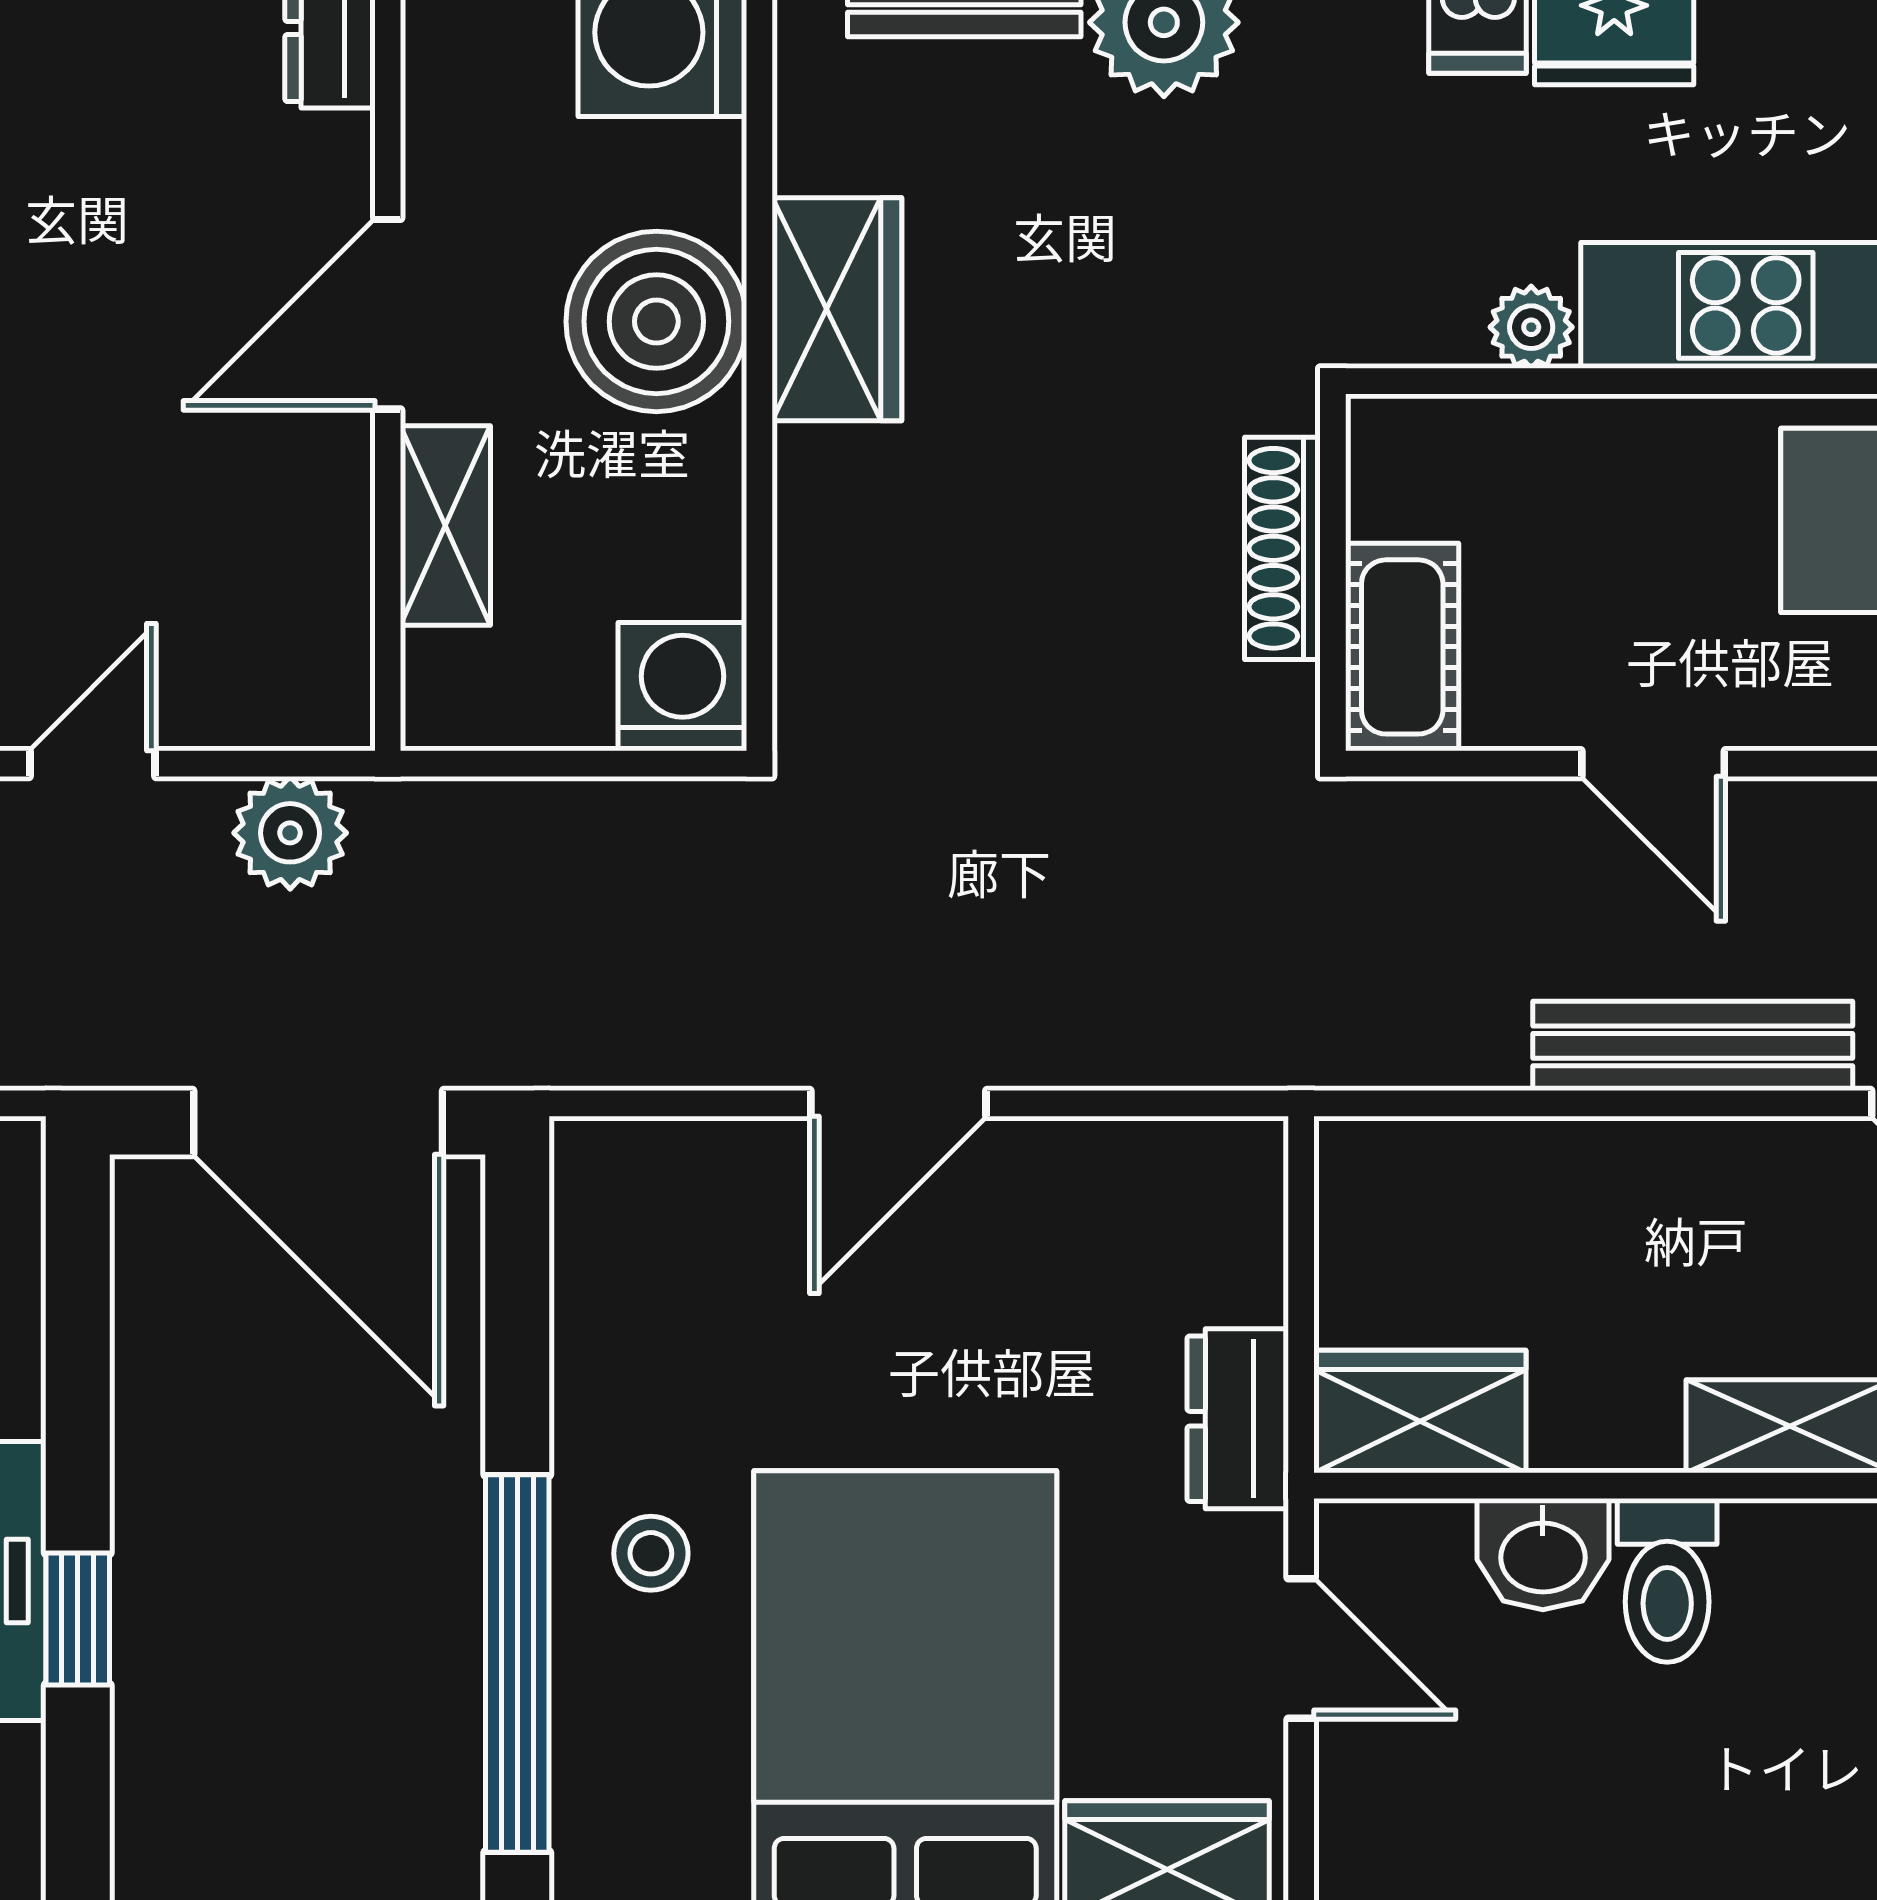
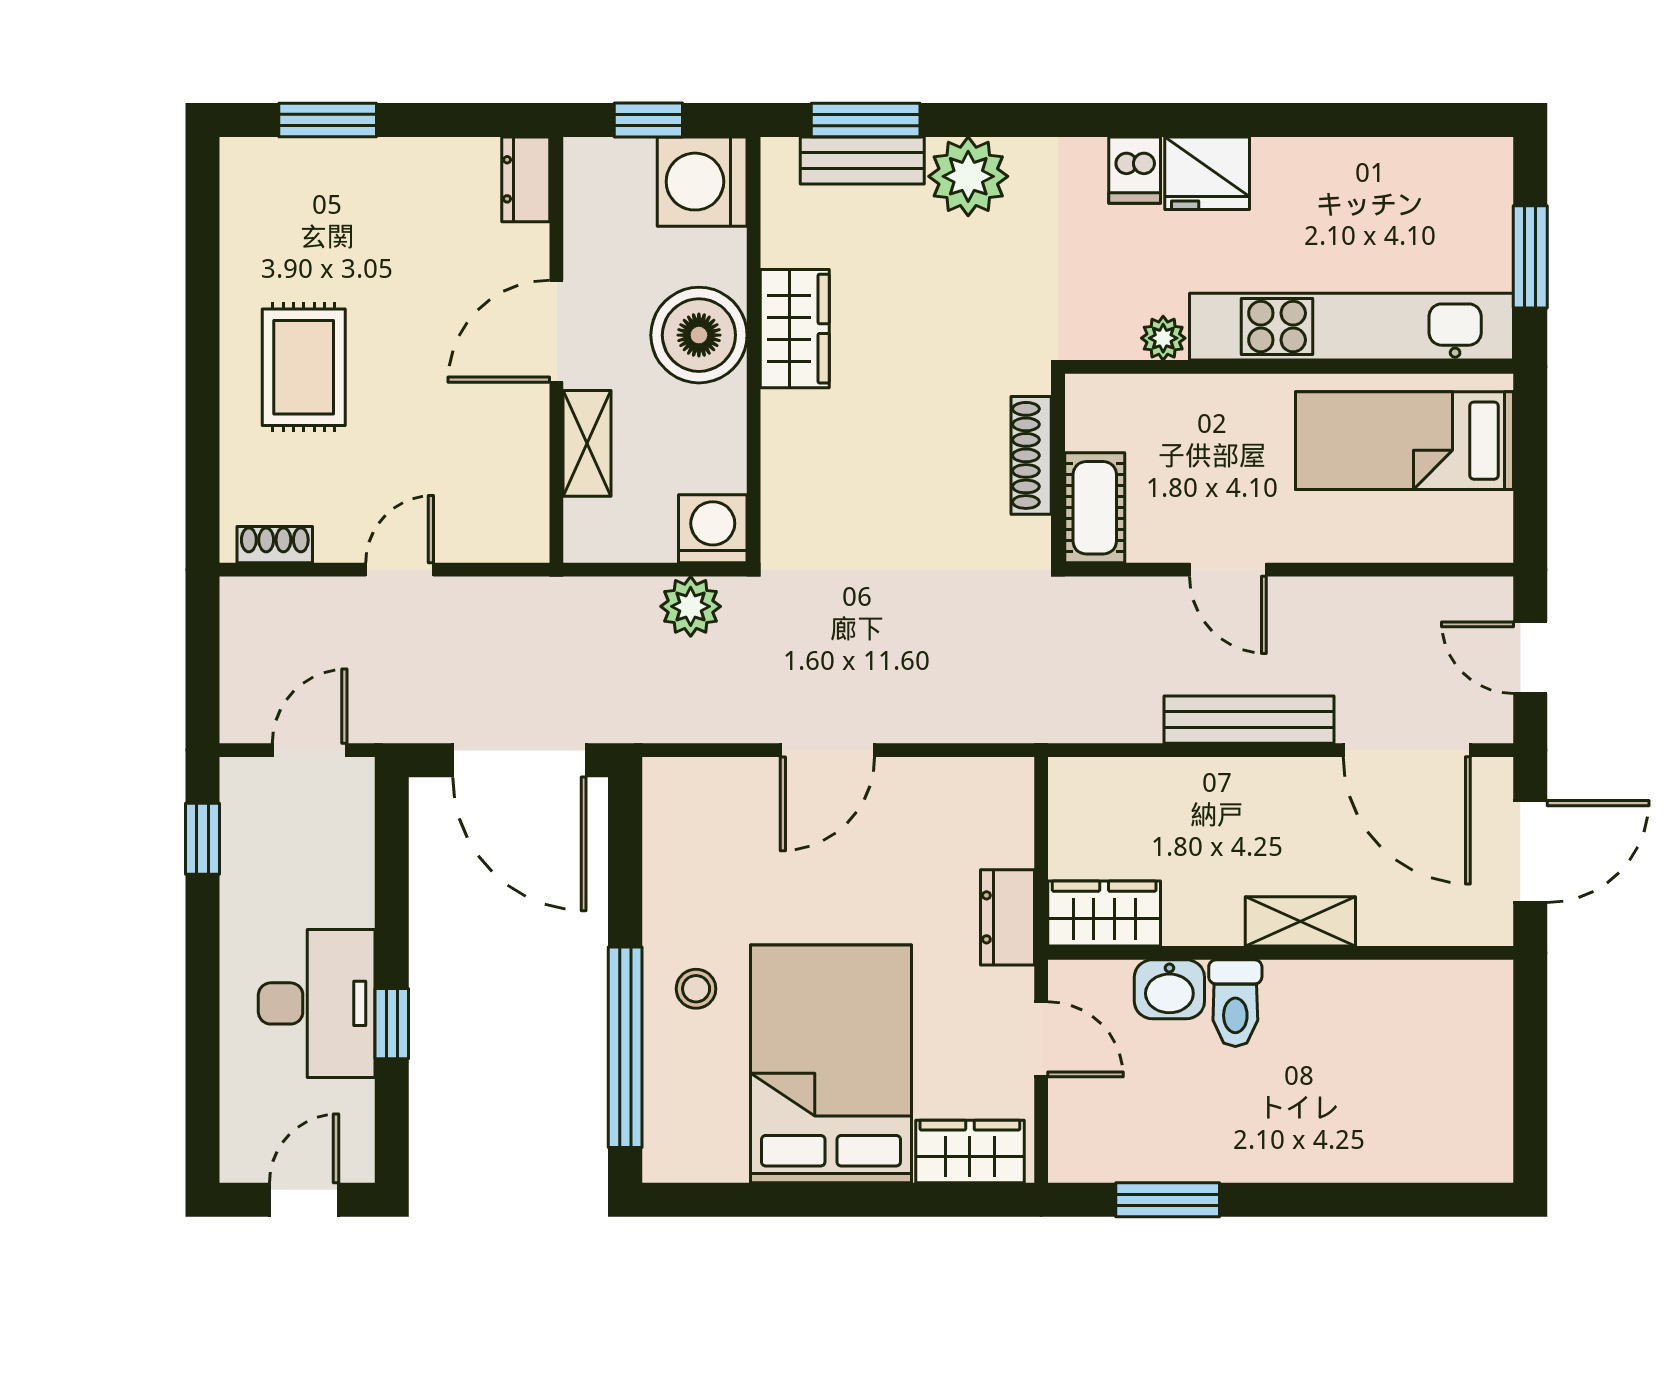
plant: (290, 833) -> (691, 606), moved

